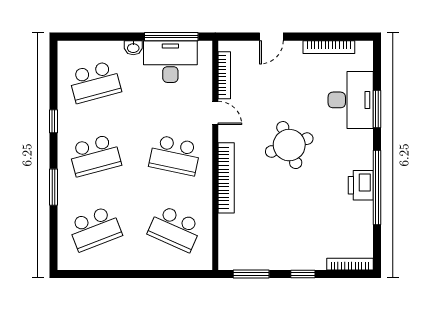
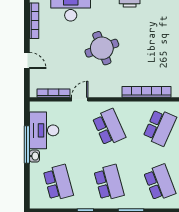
window: (171, 37) -> (27, 145), moved
school desk: (175, 155) -> (109, 127), turned -36
bookcase: (226, 178) -> (147, 92), moved

